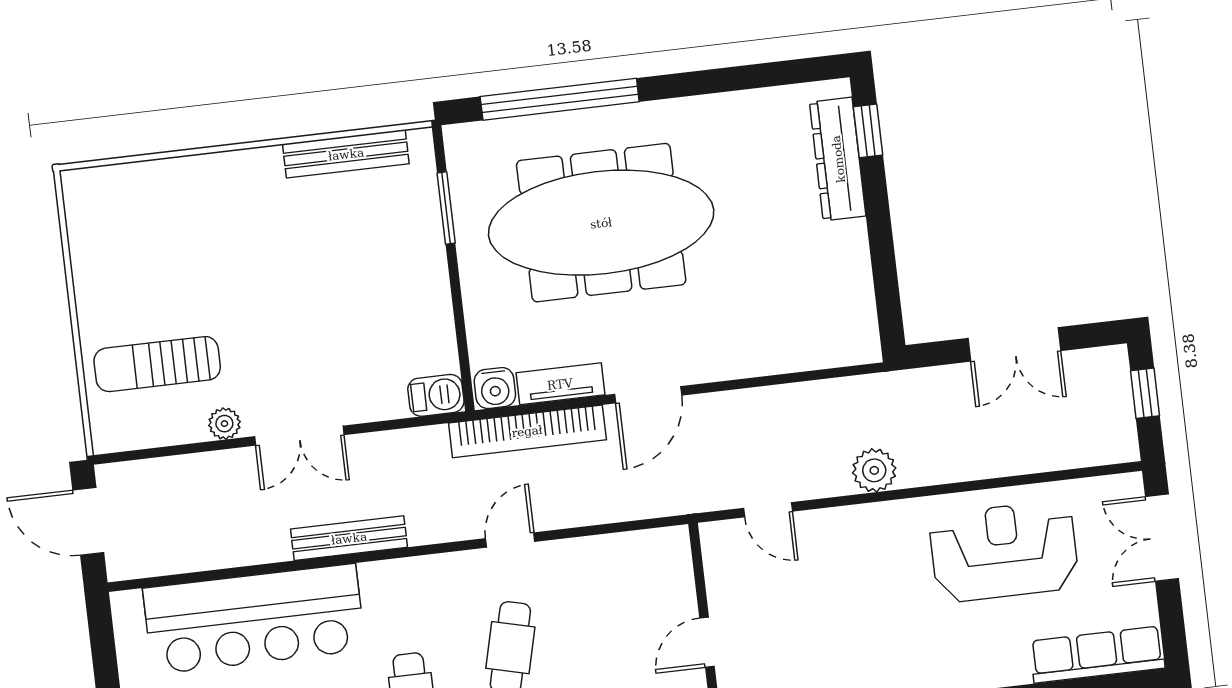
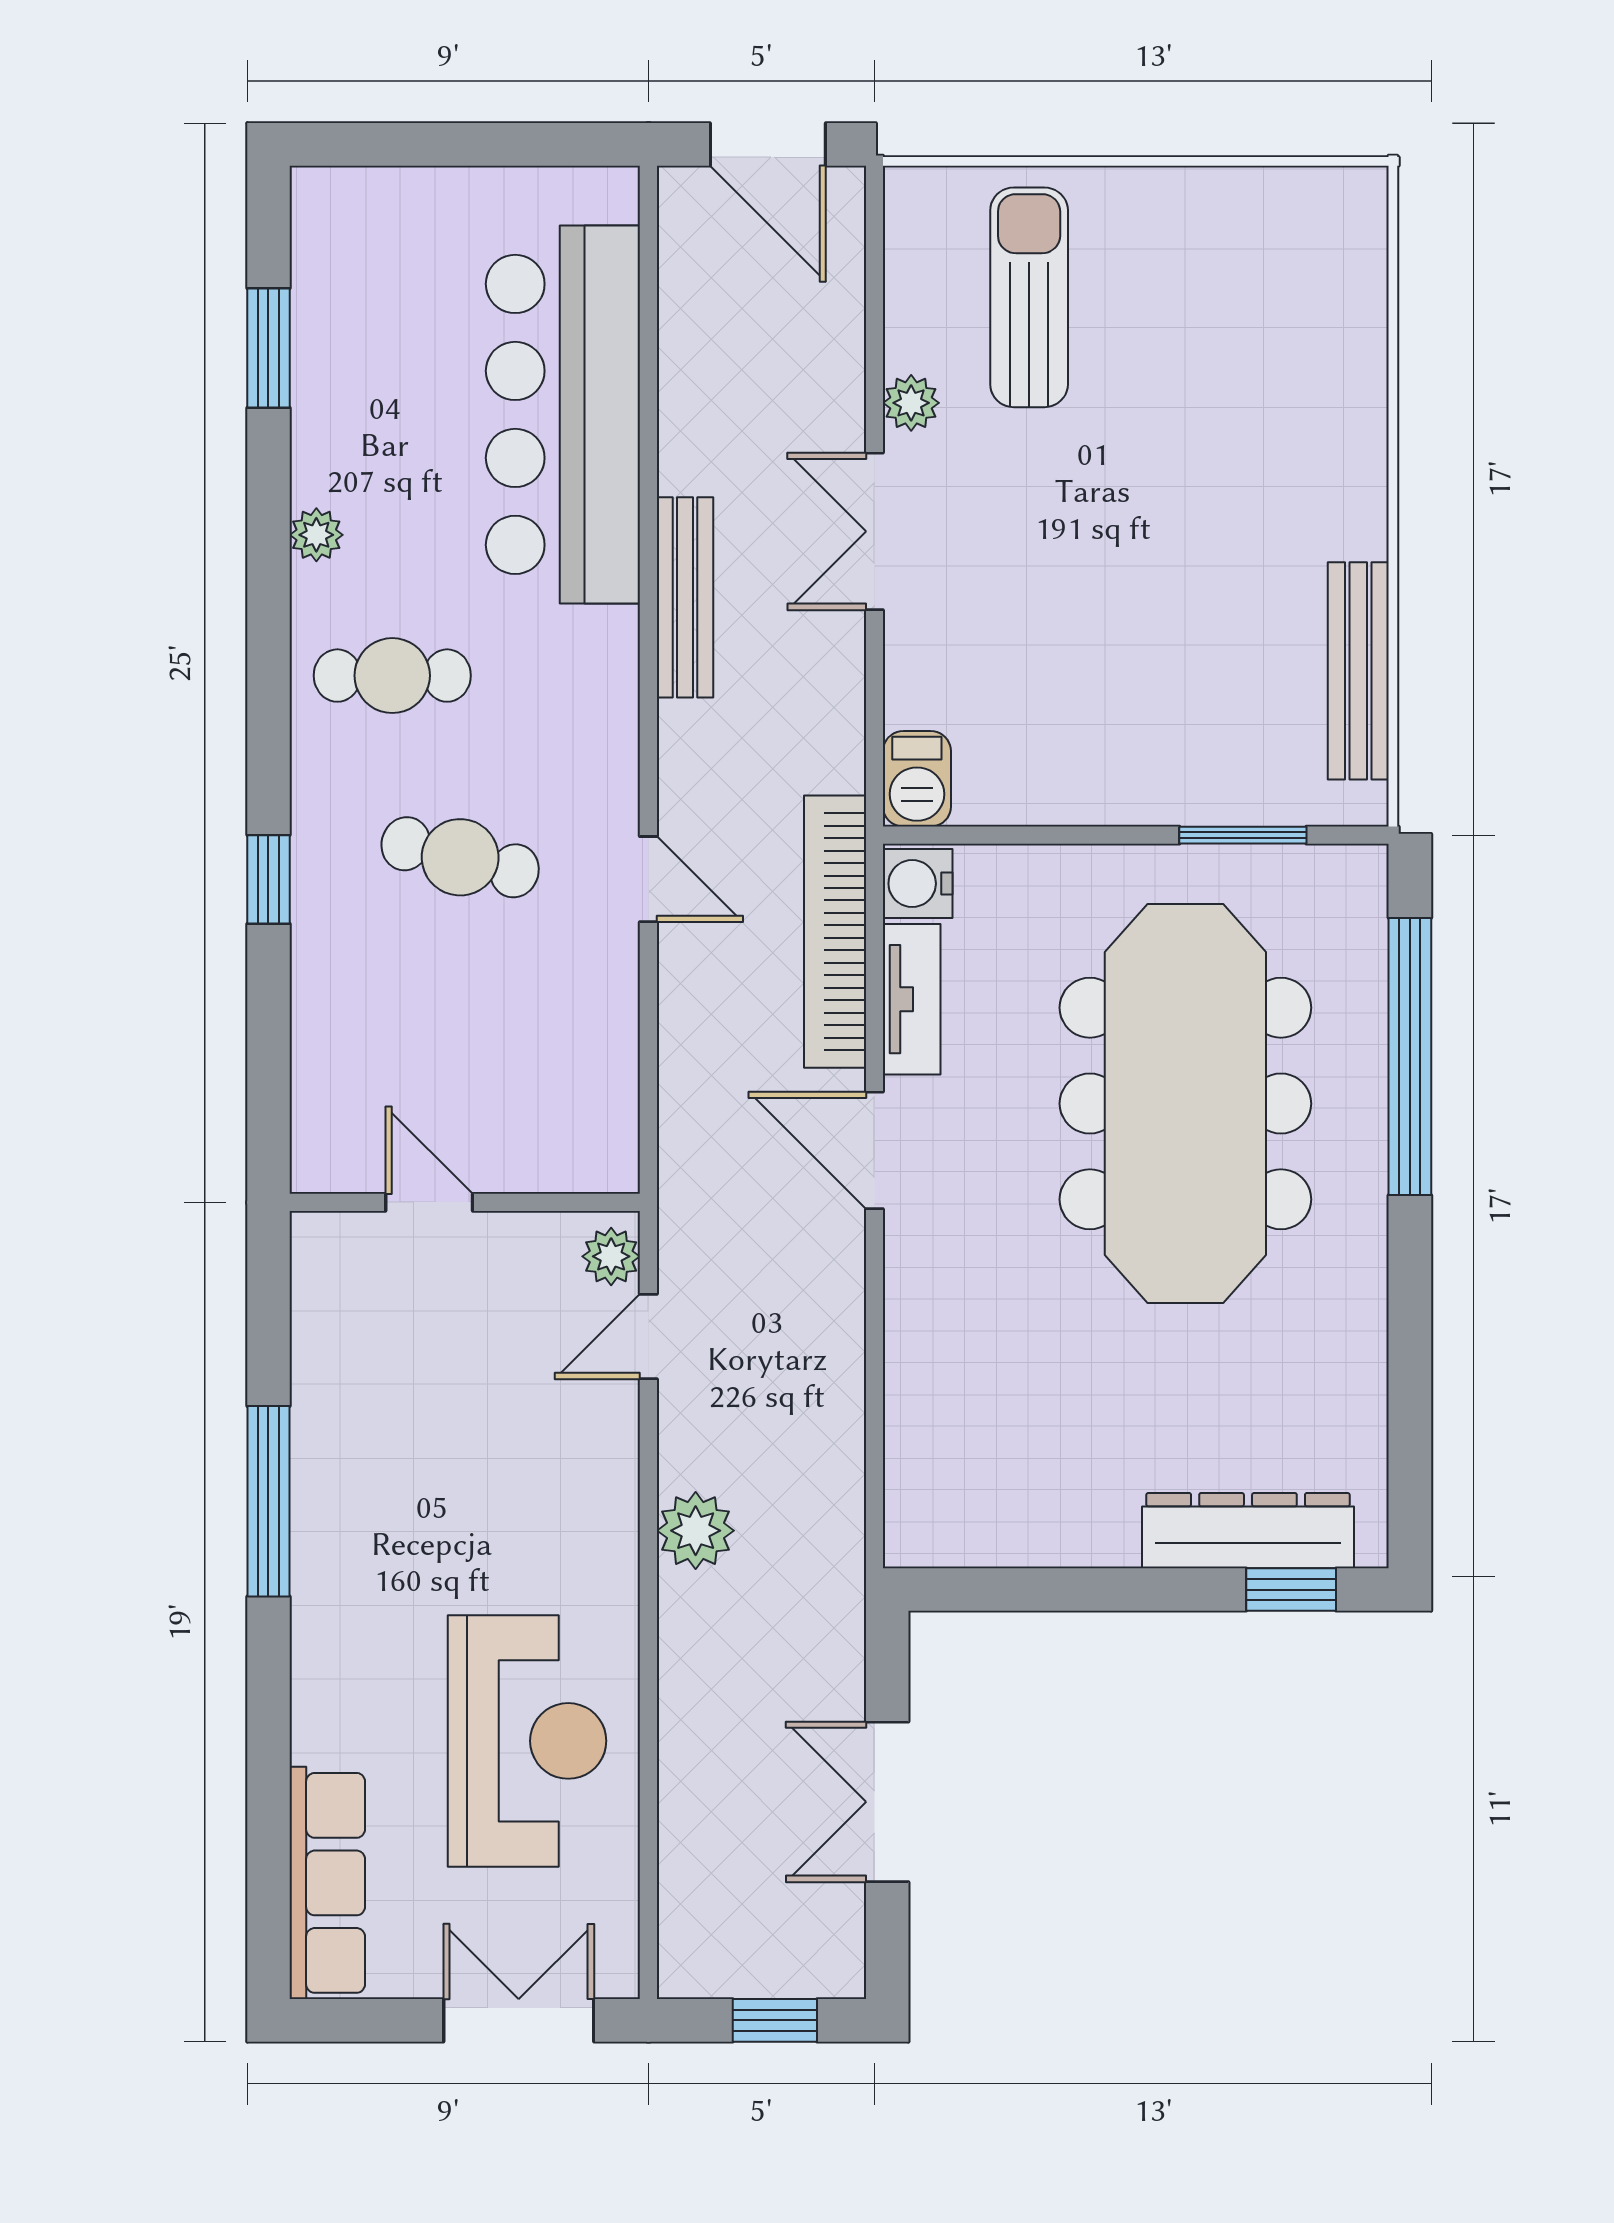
door: (88, 521) -> (768, 144), swing flipped
plant: (725, 536) -> (611, 1256), added

